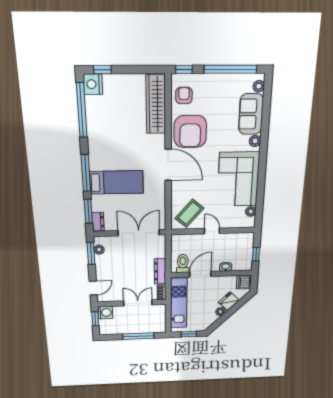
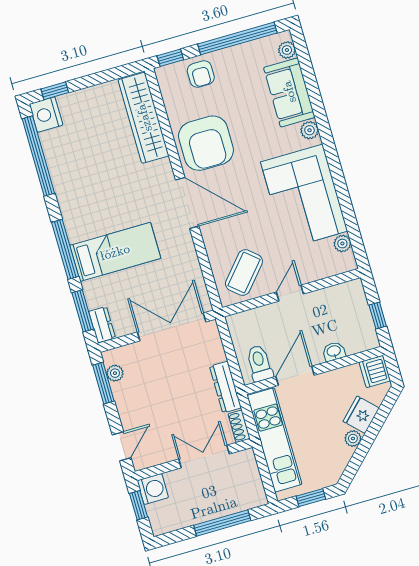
armchair: (184, 96) -> (201, 74), moved, turned 180
door: (212, 231) -> (290, 293), hinge flipped

